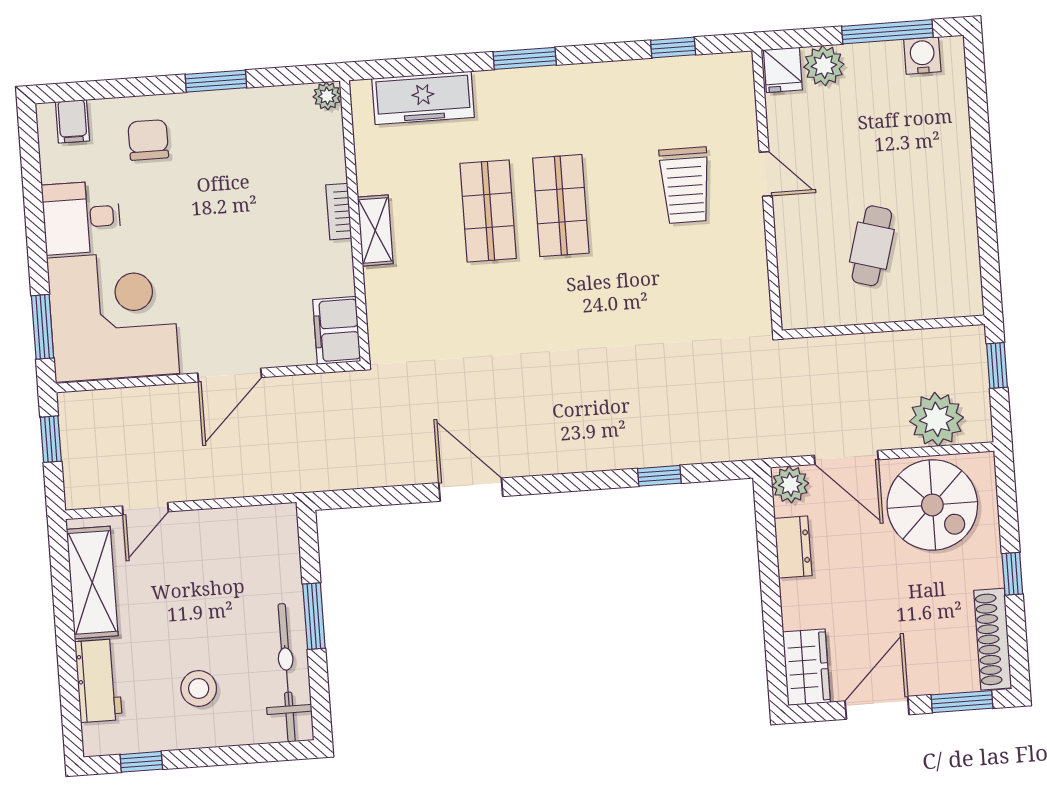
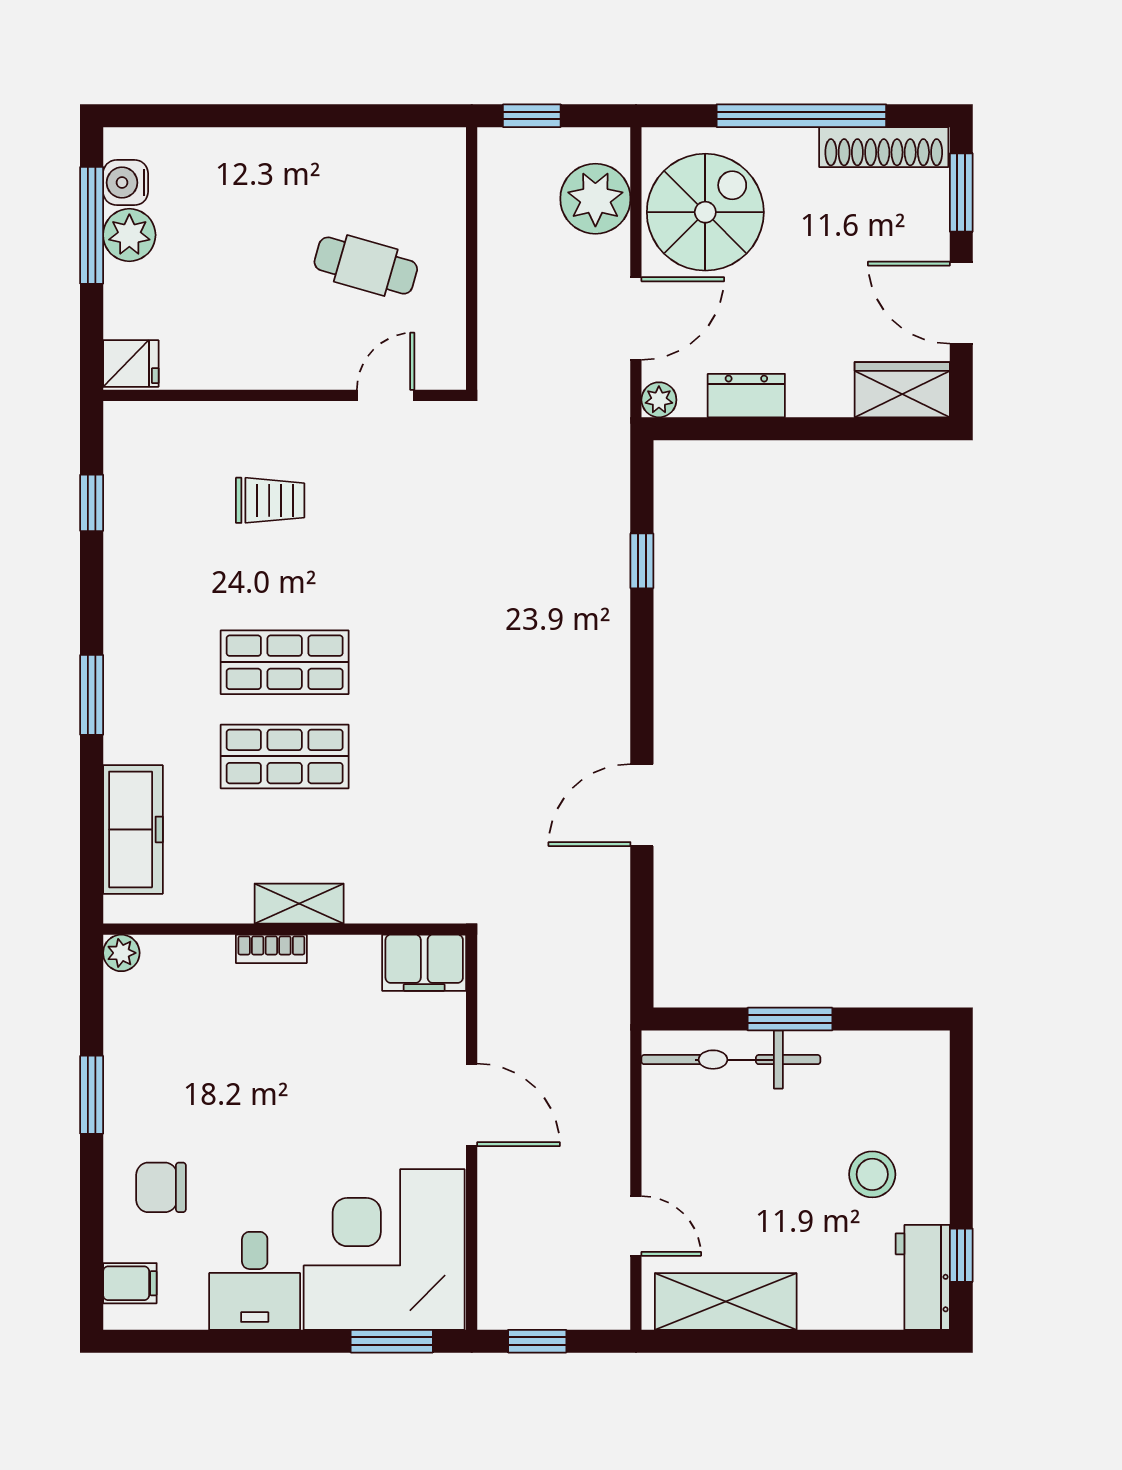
plant: (824, 66) -> (129, 235), moved
door: (766, 174) -> (386, 395), moved
trolley: (685, 185) -> (270, 500), width x0.73, depth x0.72
plant: (790, 484) -> (659, 400), width x0.73, depth x0.73
window: (1012, 574) -> (801, 116), width x3.17
bicycle: (287, 673) -> (731, 1060), moved
workbench: (98, 681) -> (923, 1277), moved, turned -90

